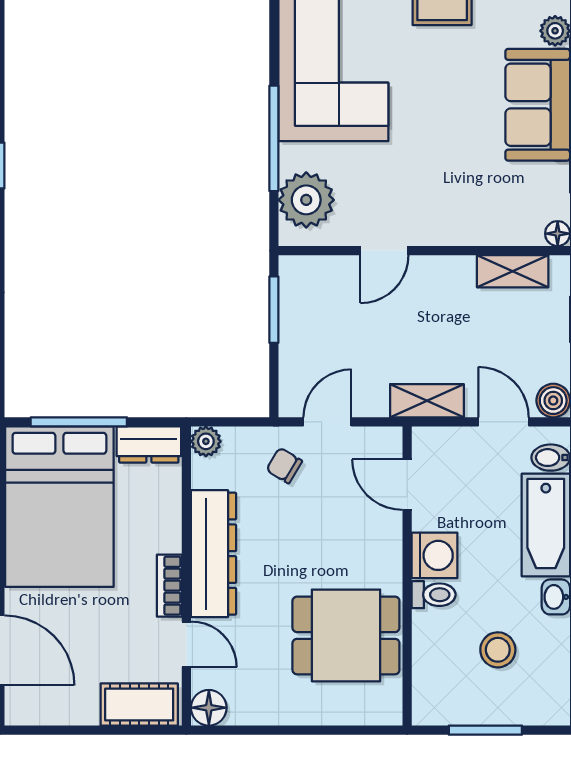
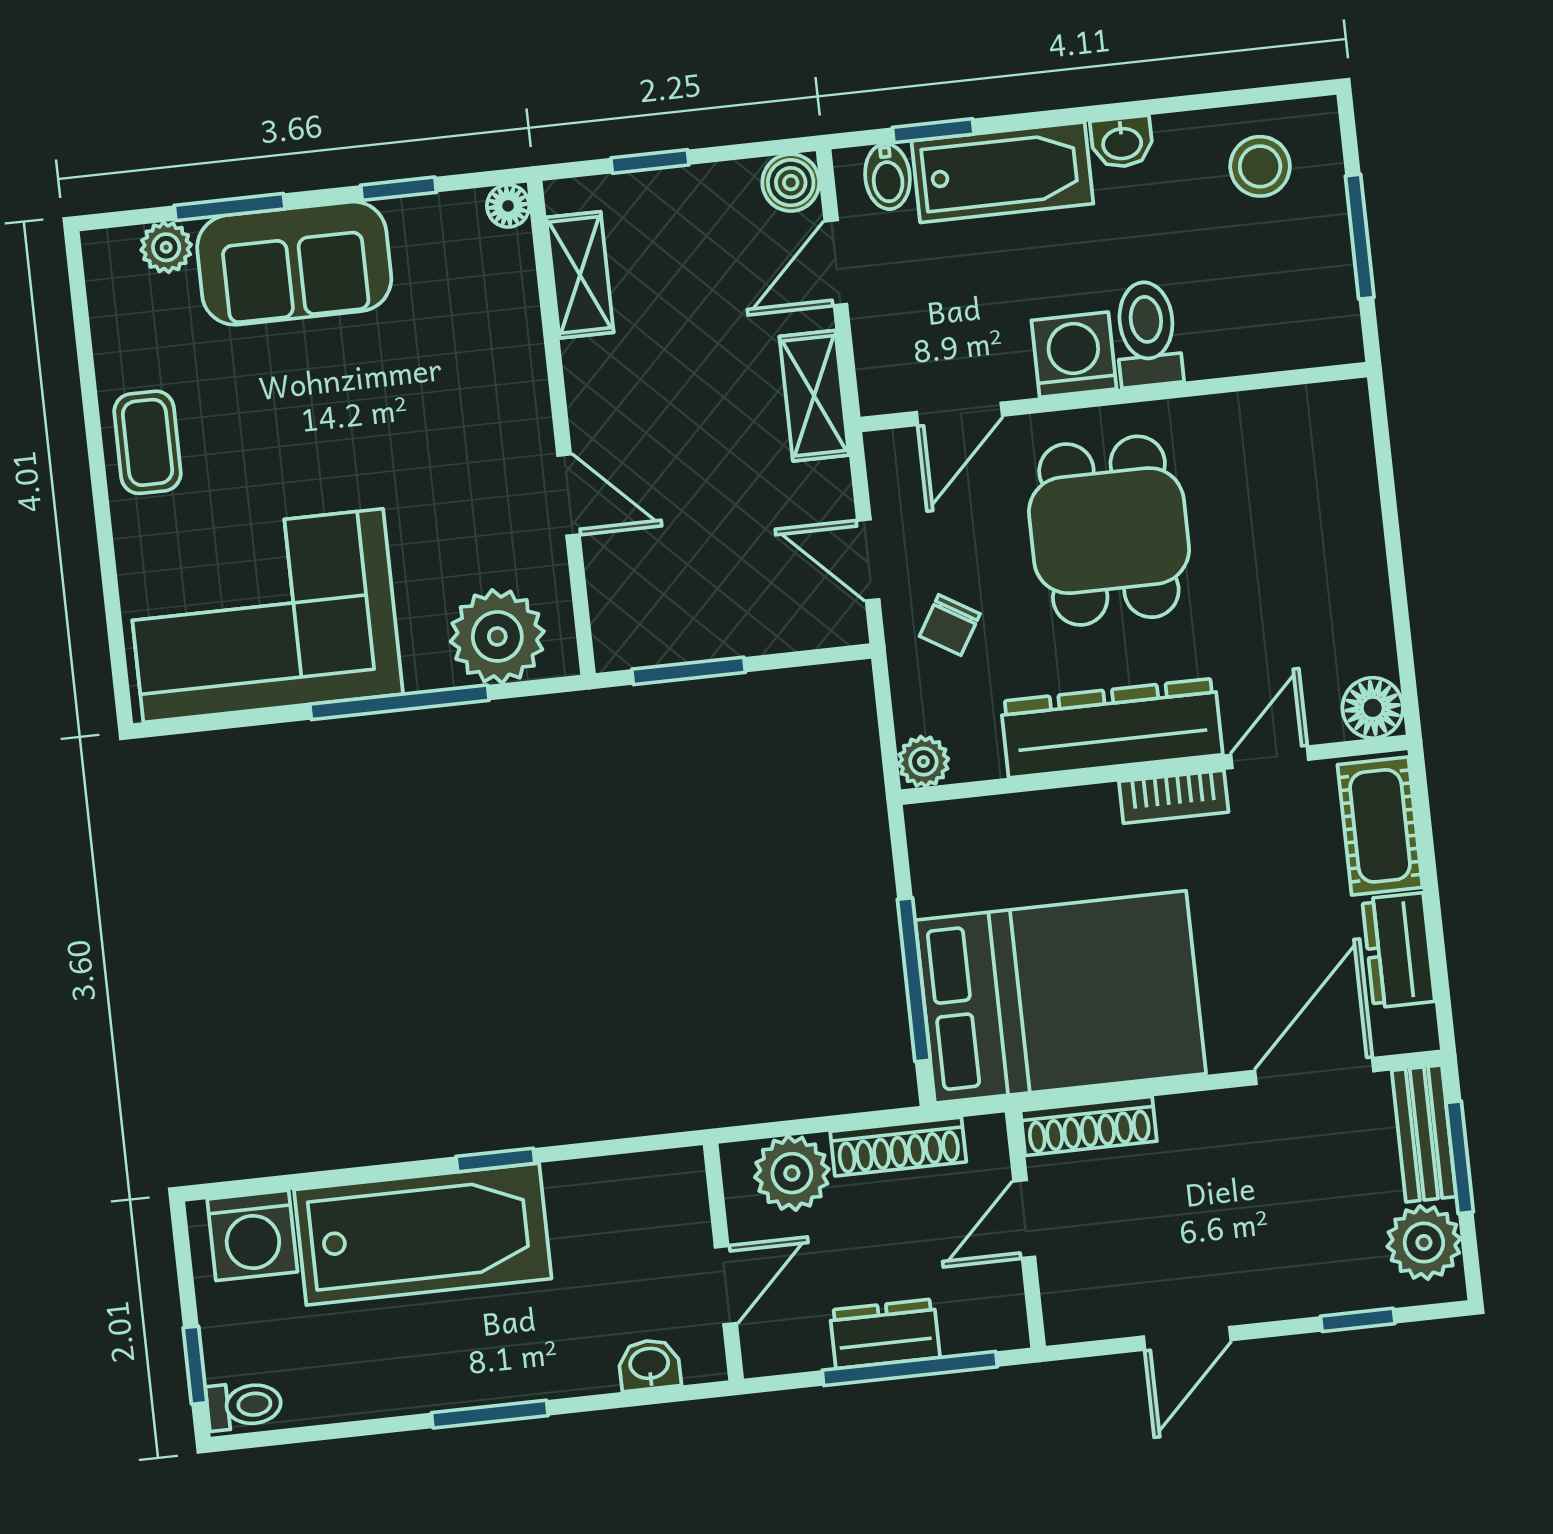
dresser: (149, 445) -> (1398, 950), moved, turned 180
toilet: (434, 595) -> (1147, 334), width x1.37, depth x1.39
dining table: (346, 635) -> (1109, 531), moved
stool: (498, 650) -> (1260, 166), moved

